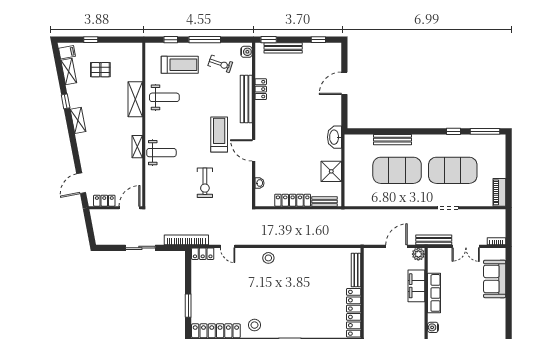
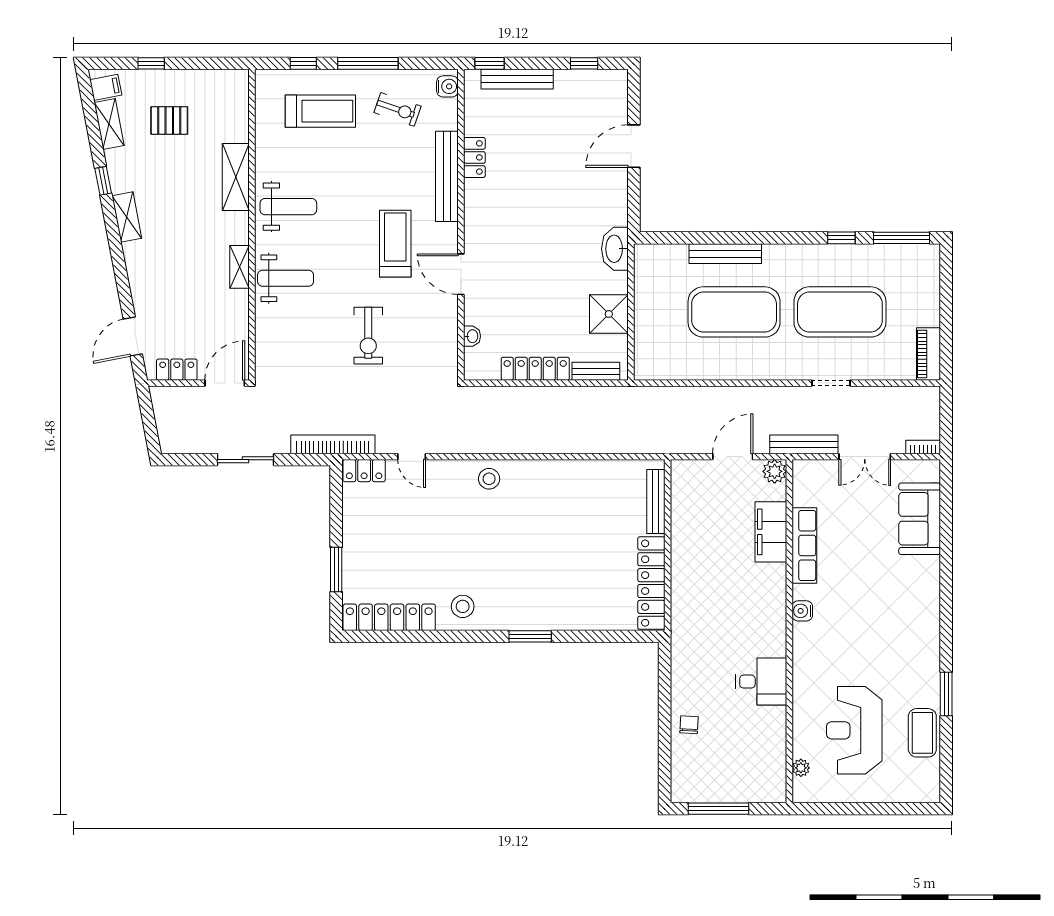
weight bench: (164, 97) -> (288, 207), moved

